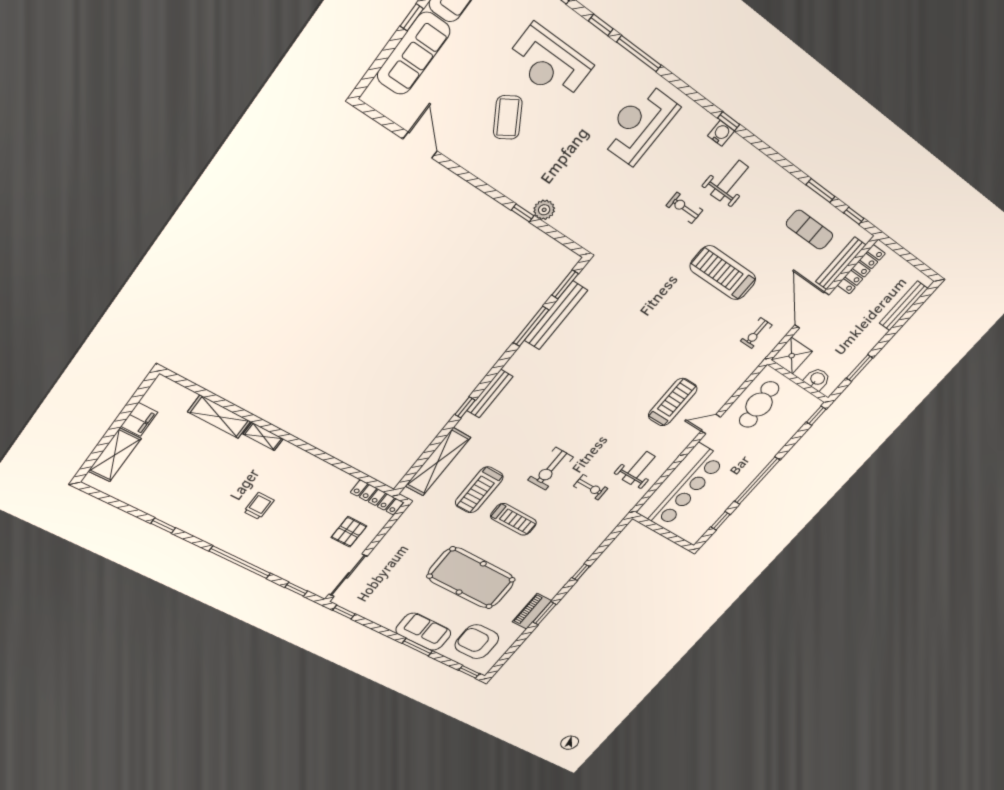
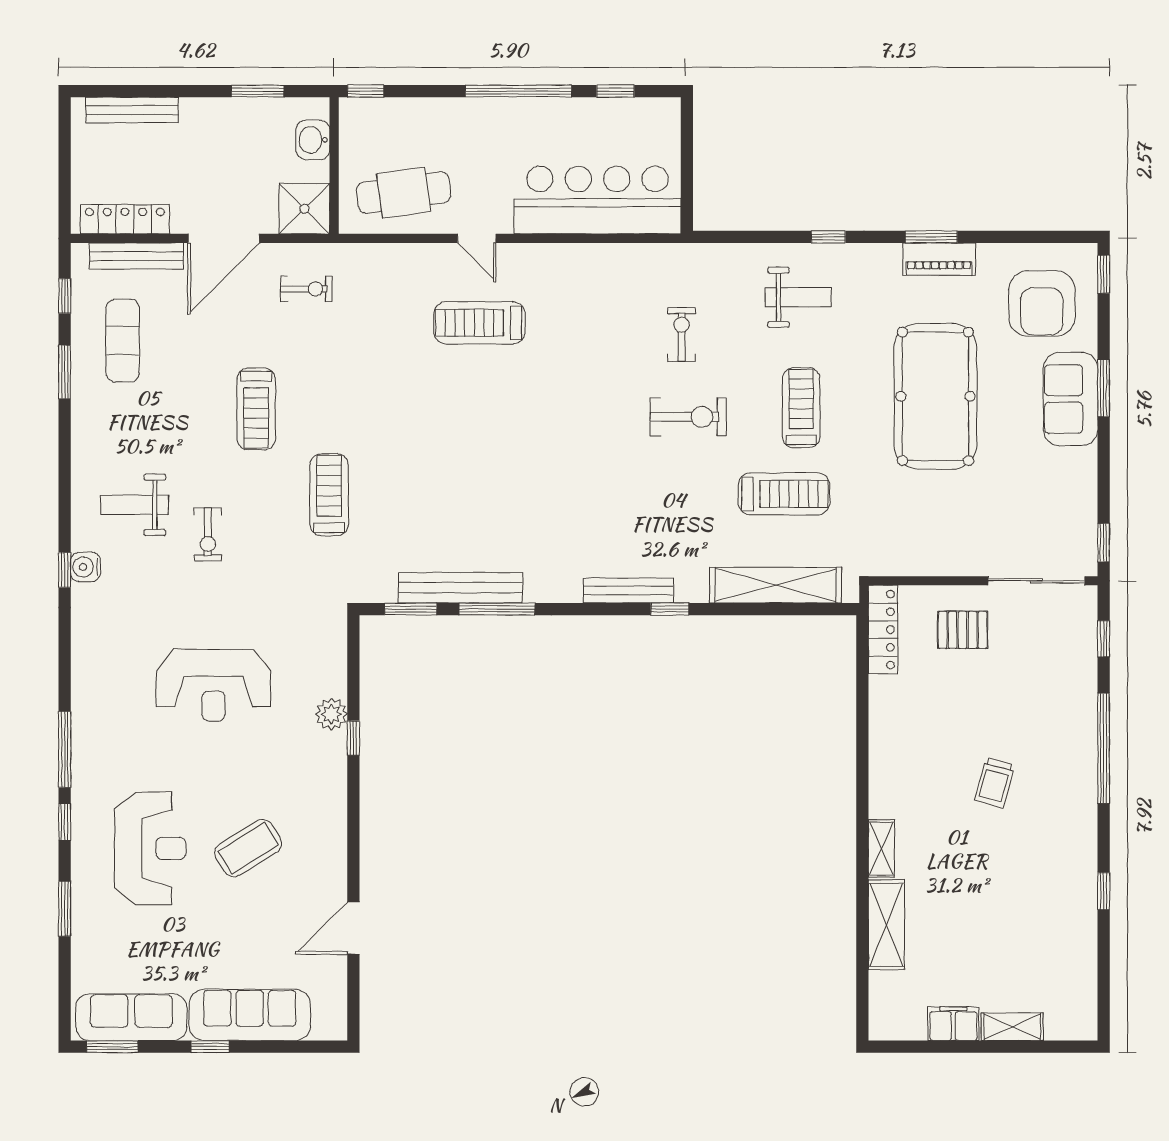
reception desk: (639, 124) -> (214, 685), moved
treadmill: (723, 273) -> (256, 409), width x0.73, depth x0.73
treadmill: (653, 281) -> (329, 495), added
shelving: (115, 455) -> (1012, 1027), width x0.67, depth x0.75
weight bench: (639, 468) -> (798, 297), moved, turned 180
trolley: (259, 506) -> (995, 783), turned -75

